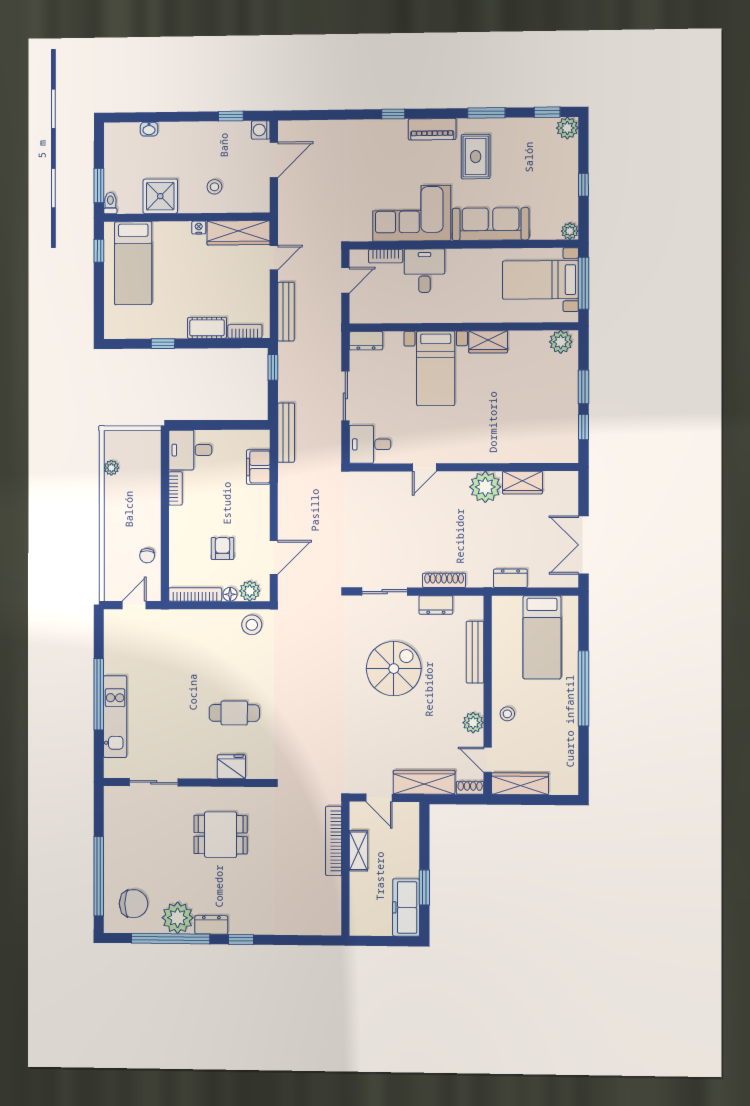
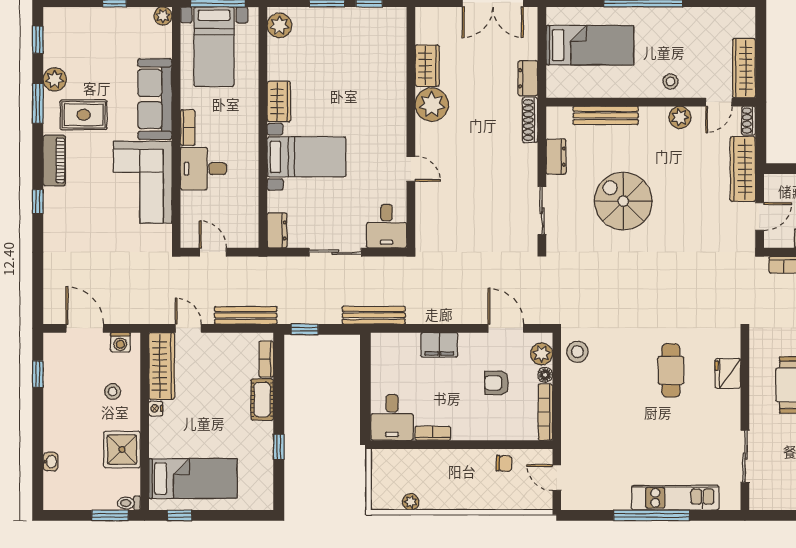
plant: (567, 128) -> (55, 79), moved
washing machine: (261, 130) -> (120, 342), moved
bookcase: (386, 256) -> (188, 128), moved
filing cabinet: (258, 467) -> (439, 345), moved
shoe rack: (444, 580) -> (530, 120), moved

